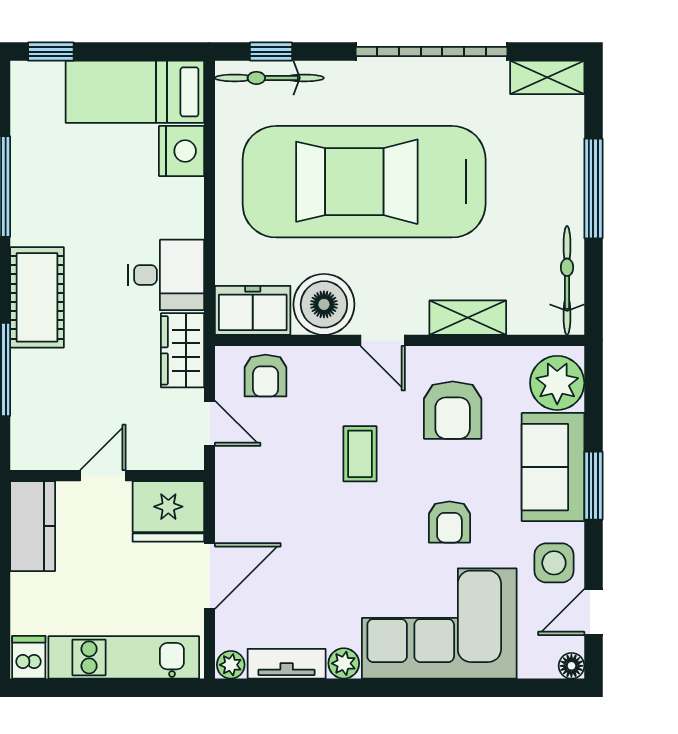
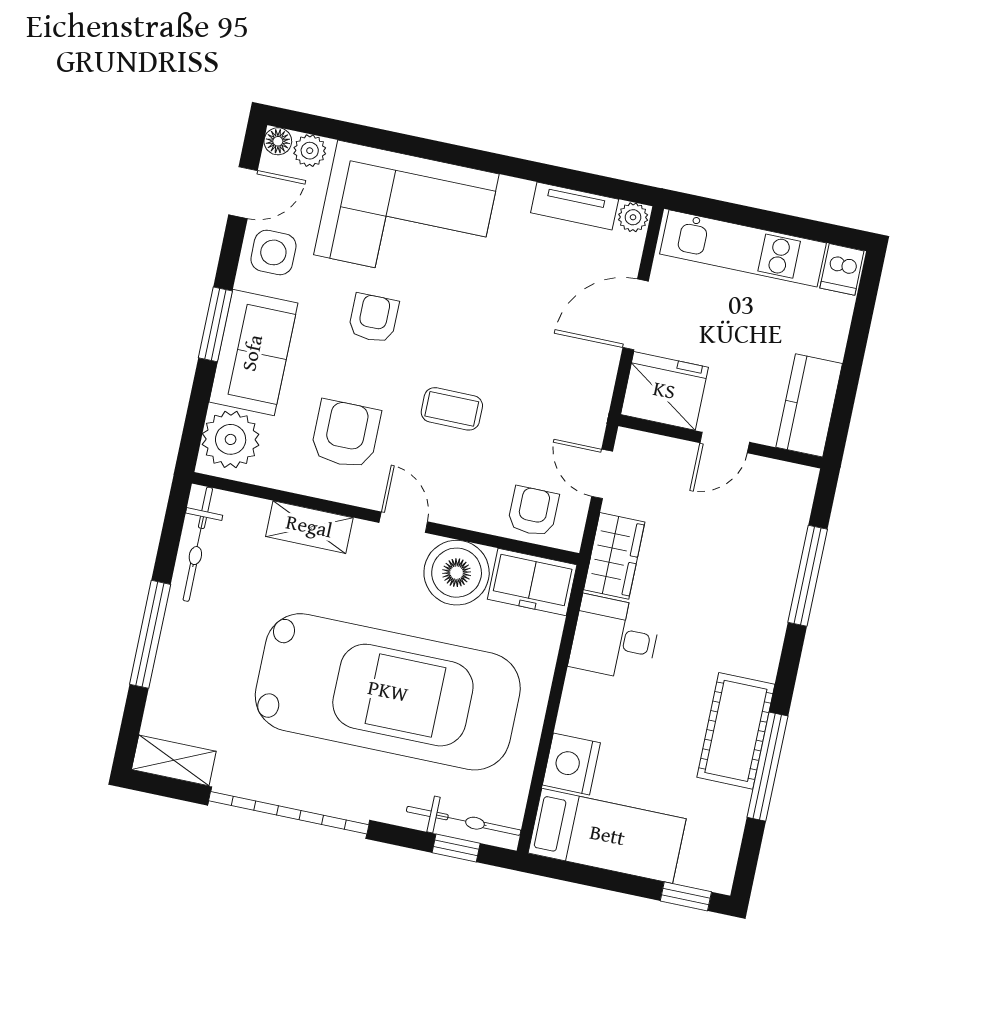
cot: (37, 297) -> (736, 731), moved
coffee table: (360, 454) -> (452, 409), turned 90
plant: (344, 663) -> (310, 151), moved

